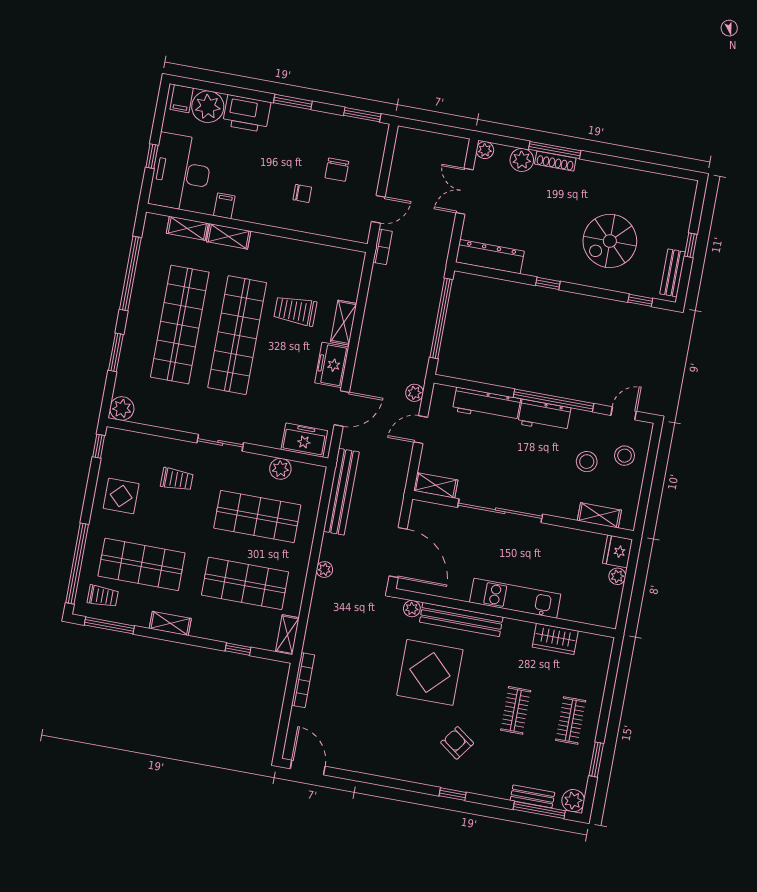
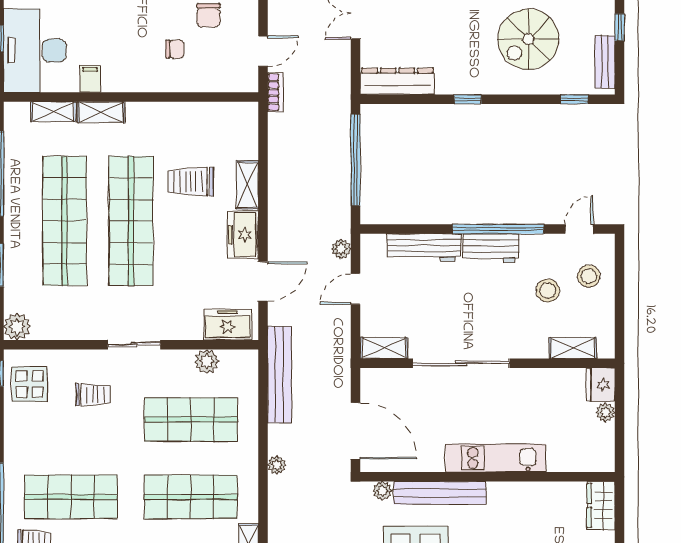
display table: (121, 496) -> (29, 384), moved
wardrobe: (555, 639) -> (601, 505), moved, turned 90

